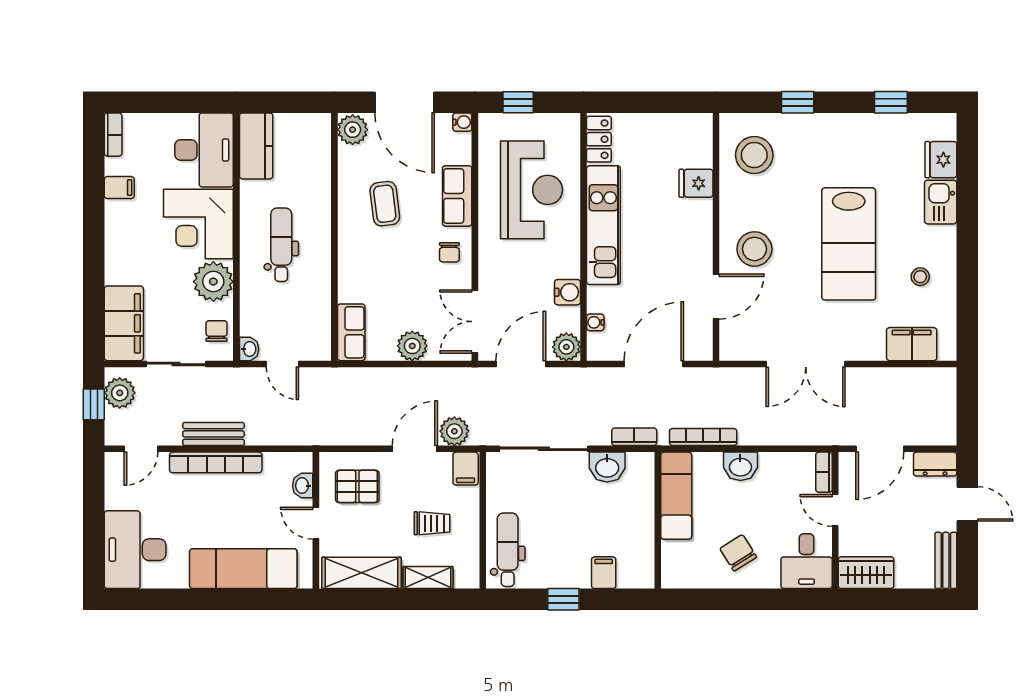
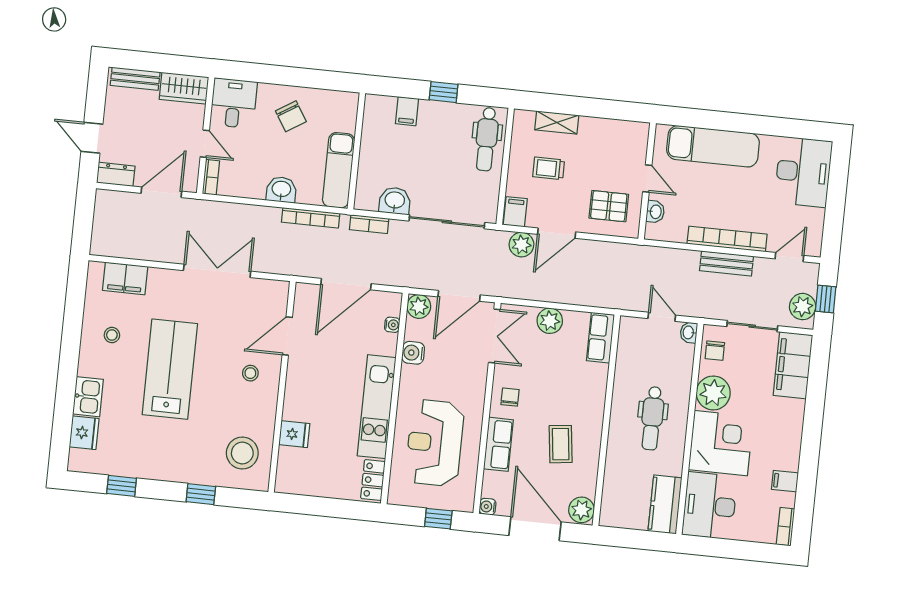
stool: (754, 249) -> (250, 373), width x0.53, depth x0.53
bench: (946, 560) -> (135, 79), moved, turned 90
shelving: (361, 573) -> (613, 132), removed

